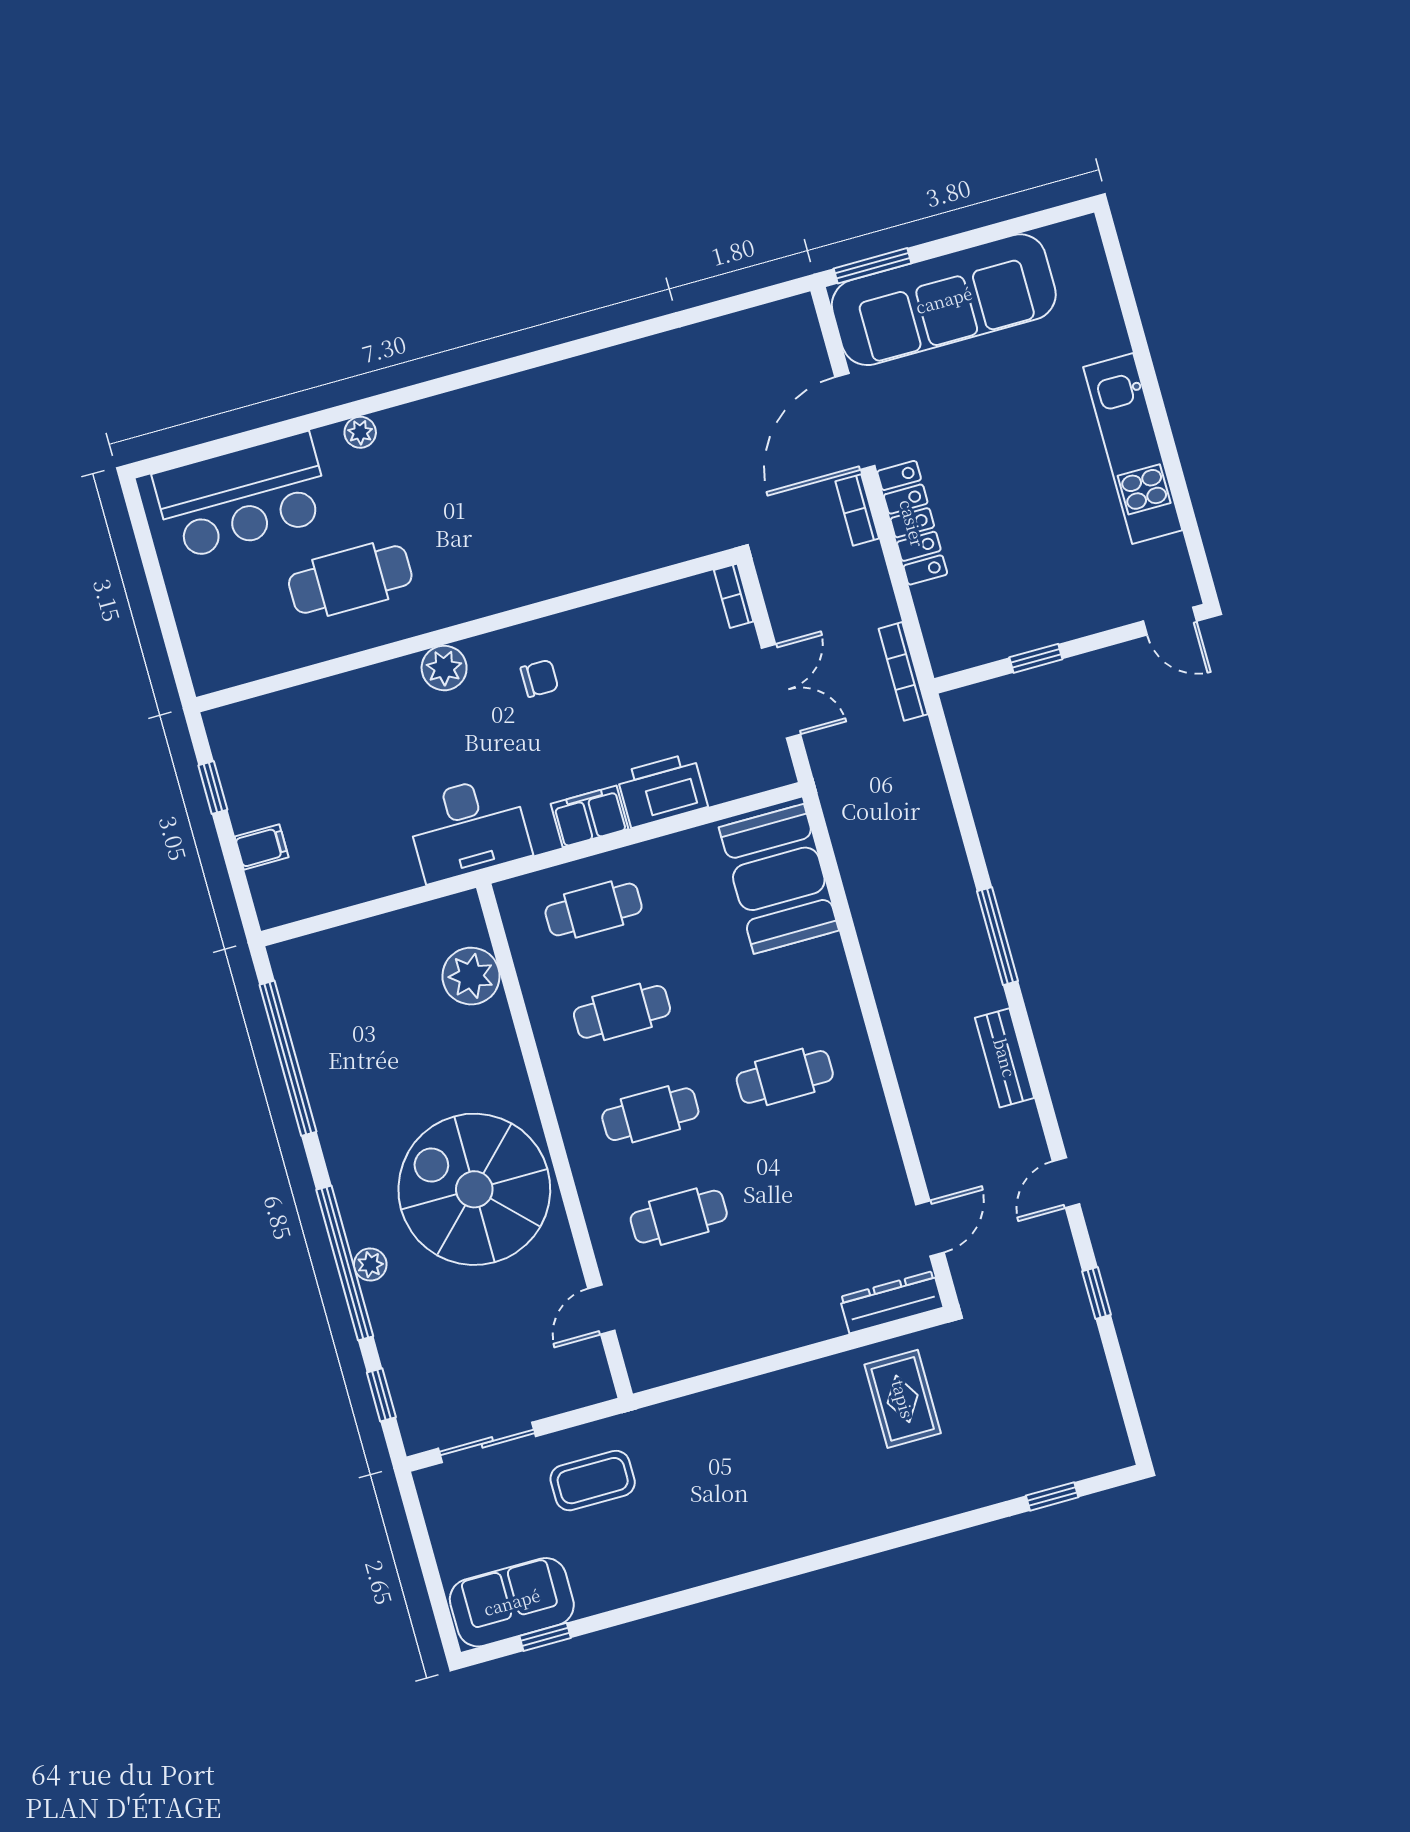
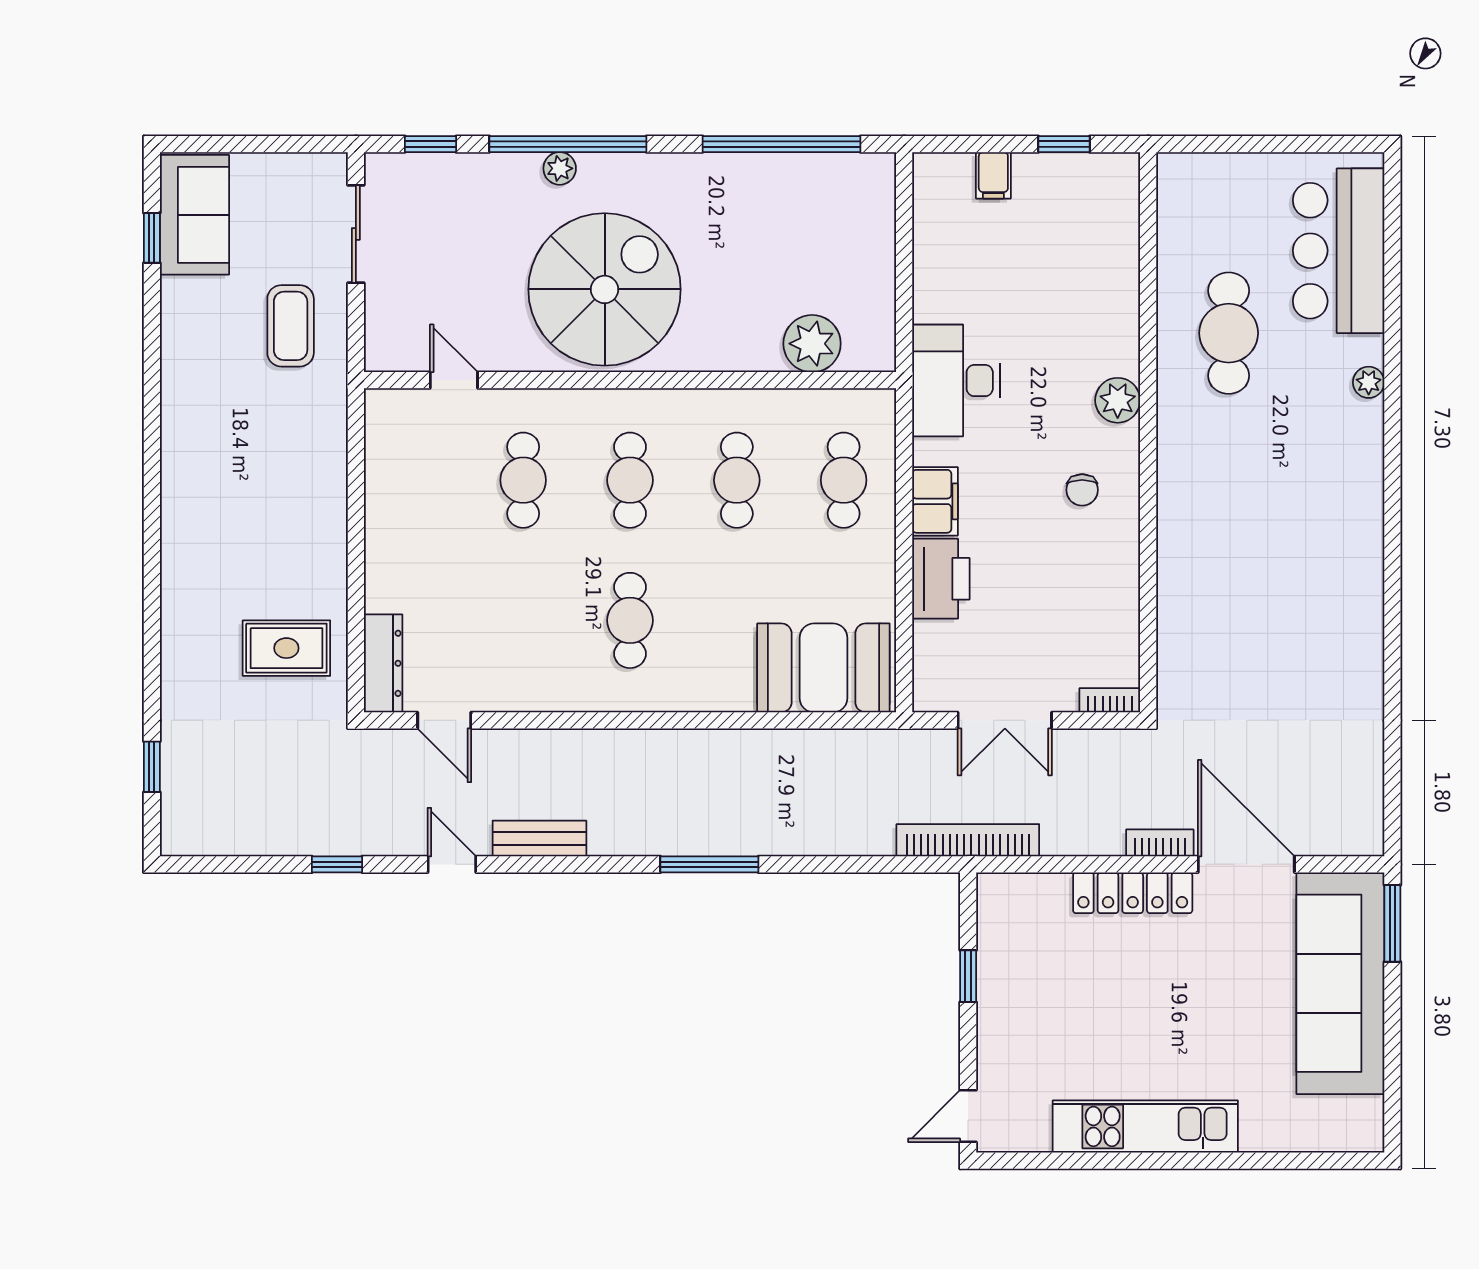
bookcase: (903, 671) -> (968, 840), width x1.48, depth x1.31
bench: (1005, 1058) -> (539, 839), moved

